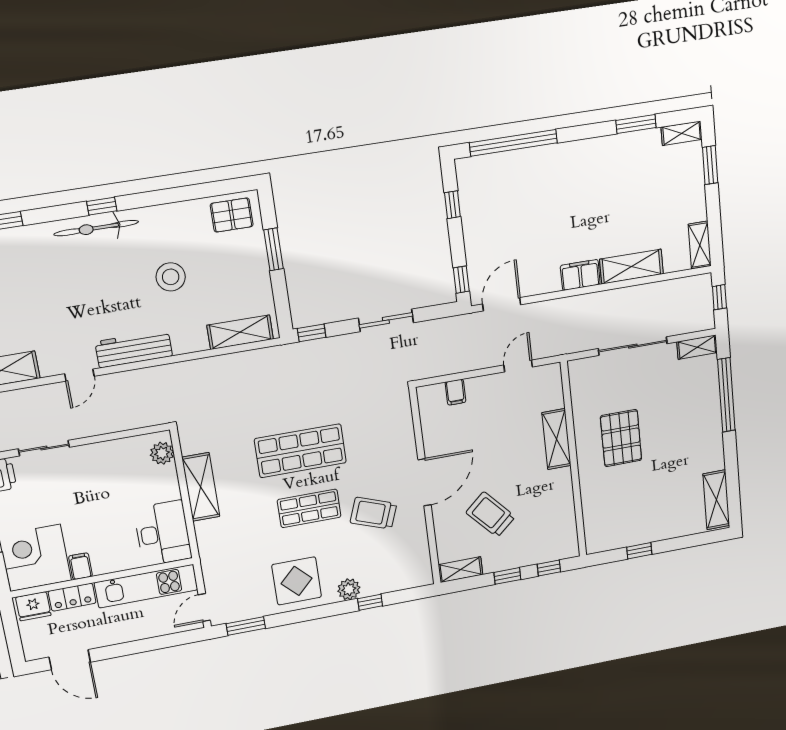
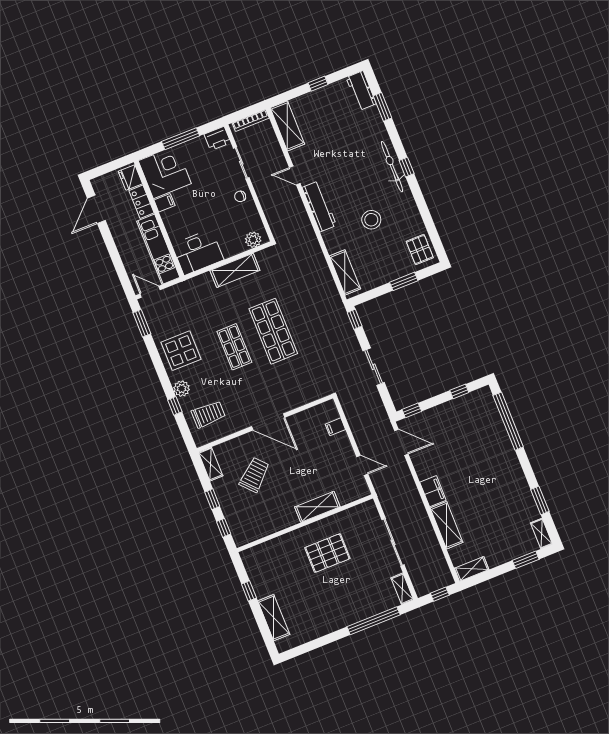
chair: (94, 459) -> (240, 196), added
shelving: (716, 500) -> (274, 618), moved, turned 90
trolley: (373, 513) -> (208, 414), moved, turned 70

